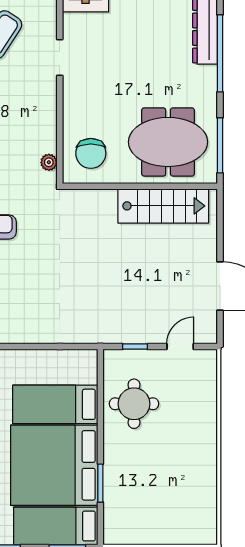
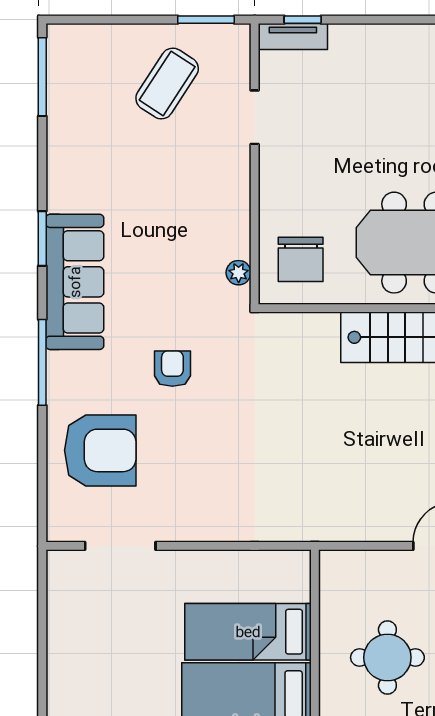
window: (135, 347) -> (366, 546), removed
round table: (134, 404) -> (387, 658), moved

